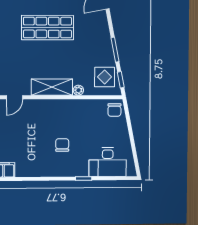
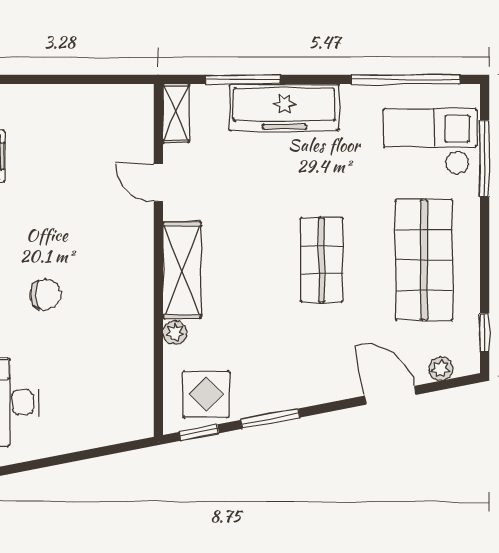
shop shelf: (48, 28) -> (321, 260), width x0.70, depth x0.74
chair: (114, 110) -> (128, 418), removed

